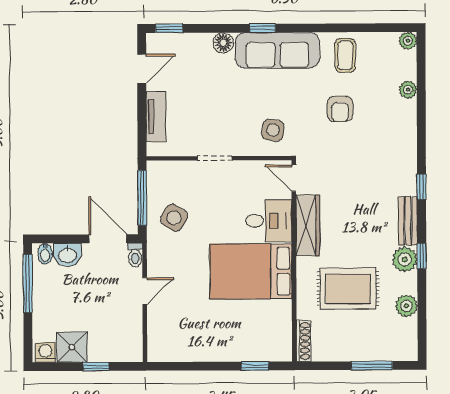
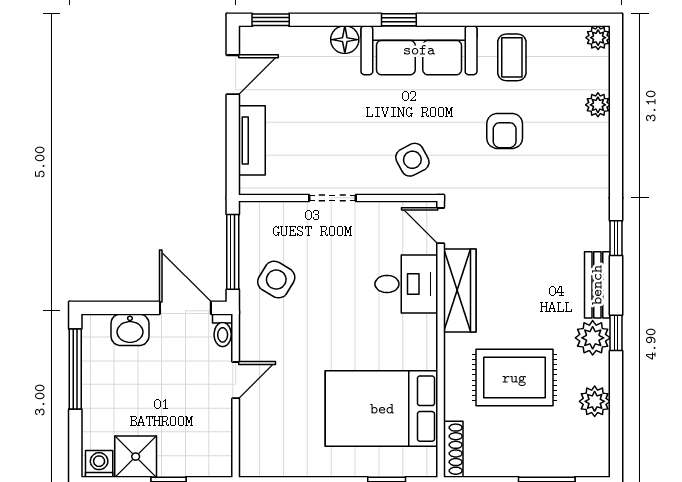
side table: (273, 130) -> (412, 160), turned -36
bidet: (45, 254) -> (99, 328), removed
bed: (251, 271) -> (382, 409), moved

